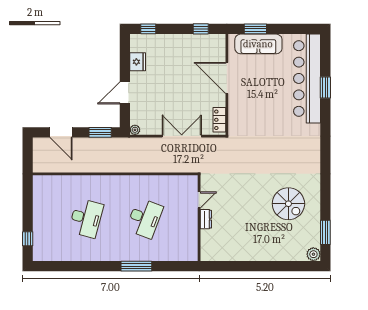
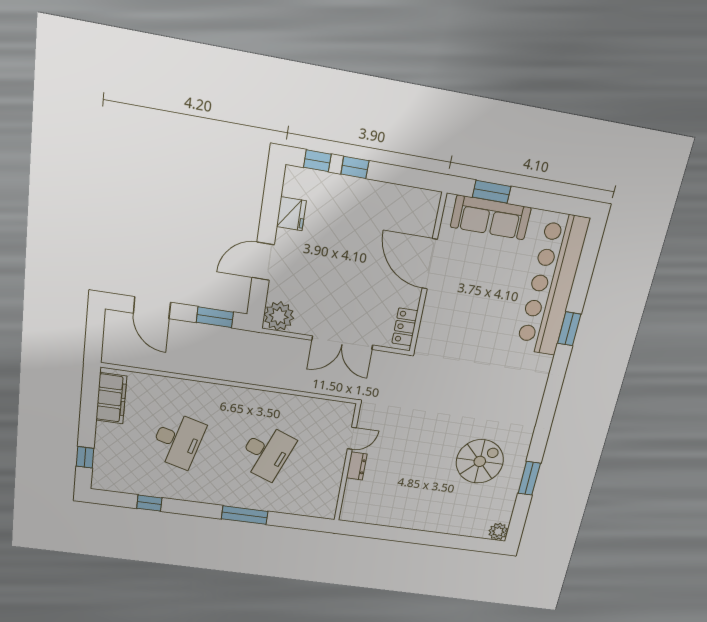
window: (201, 29) -> (355, 167), moved
window: (325, 87) -> (569, 329), moved
plant: (135, 130) -> (279, 316), width x1.88, depth x1.88
double door: (182, 136) -> (342, 343), swing flipped
filing cabinet: (41, 195) -> (111, 398), added
spiral stairs: (288, 204) -> (480, 461), turned -90
window: (325, 232) -> (529, 478), moved
window: (72, 266) -> (149, 503), added

